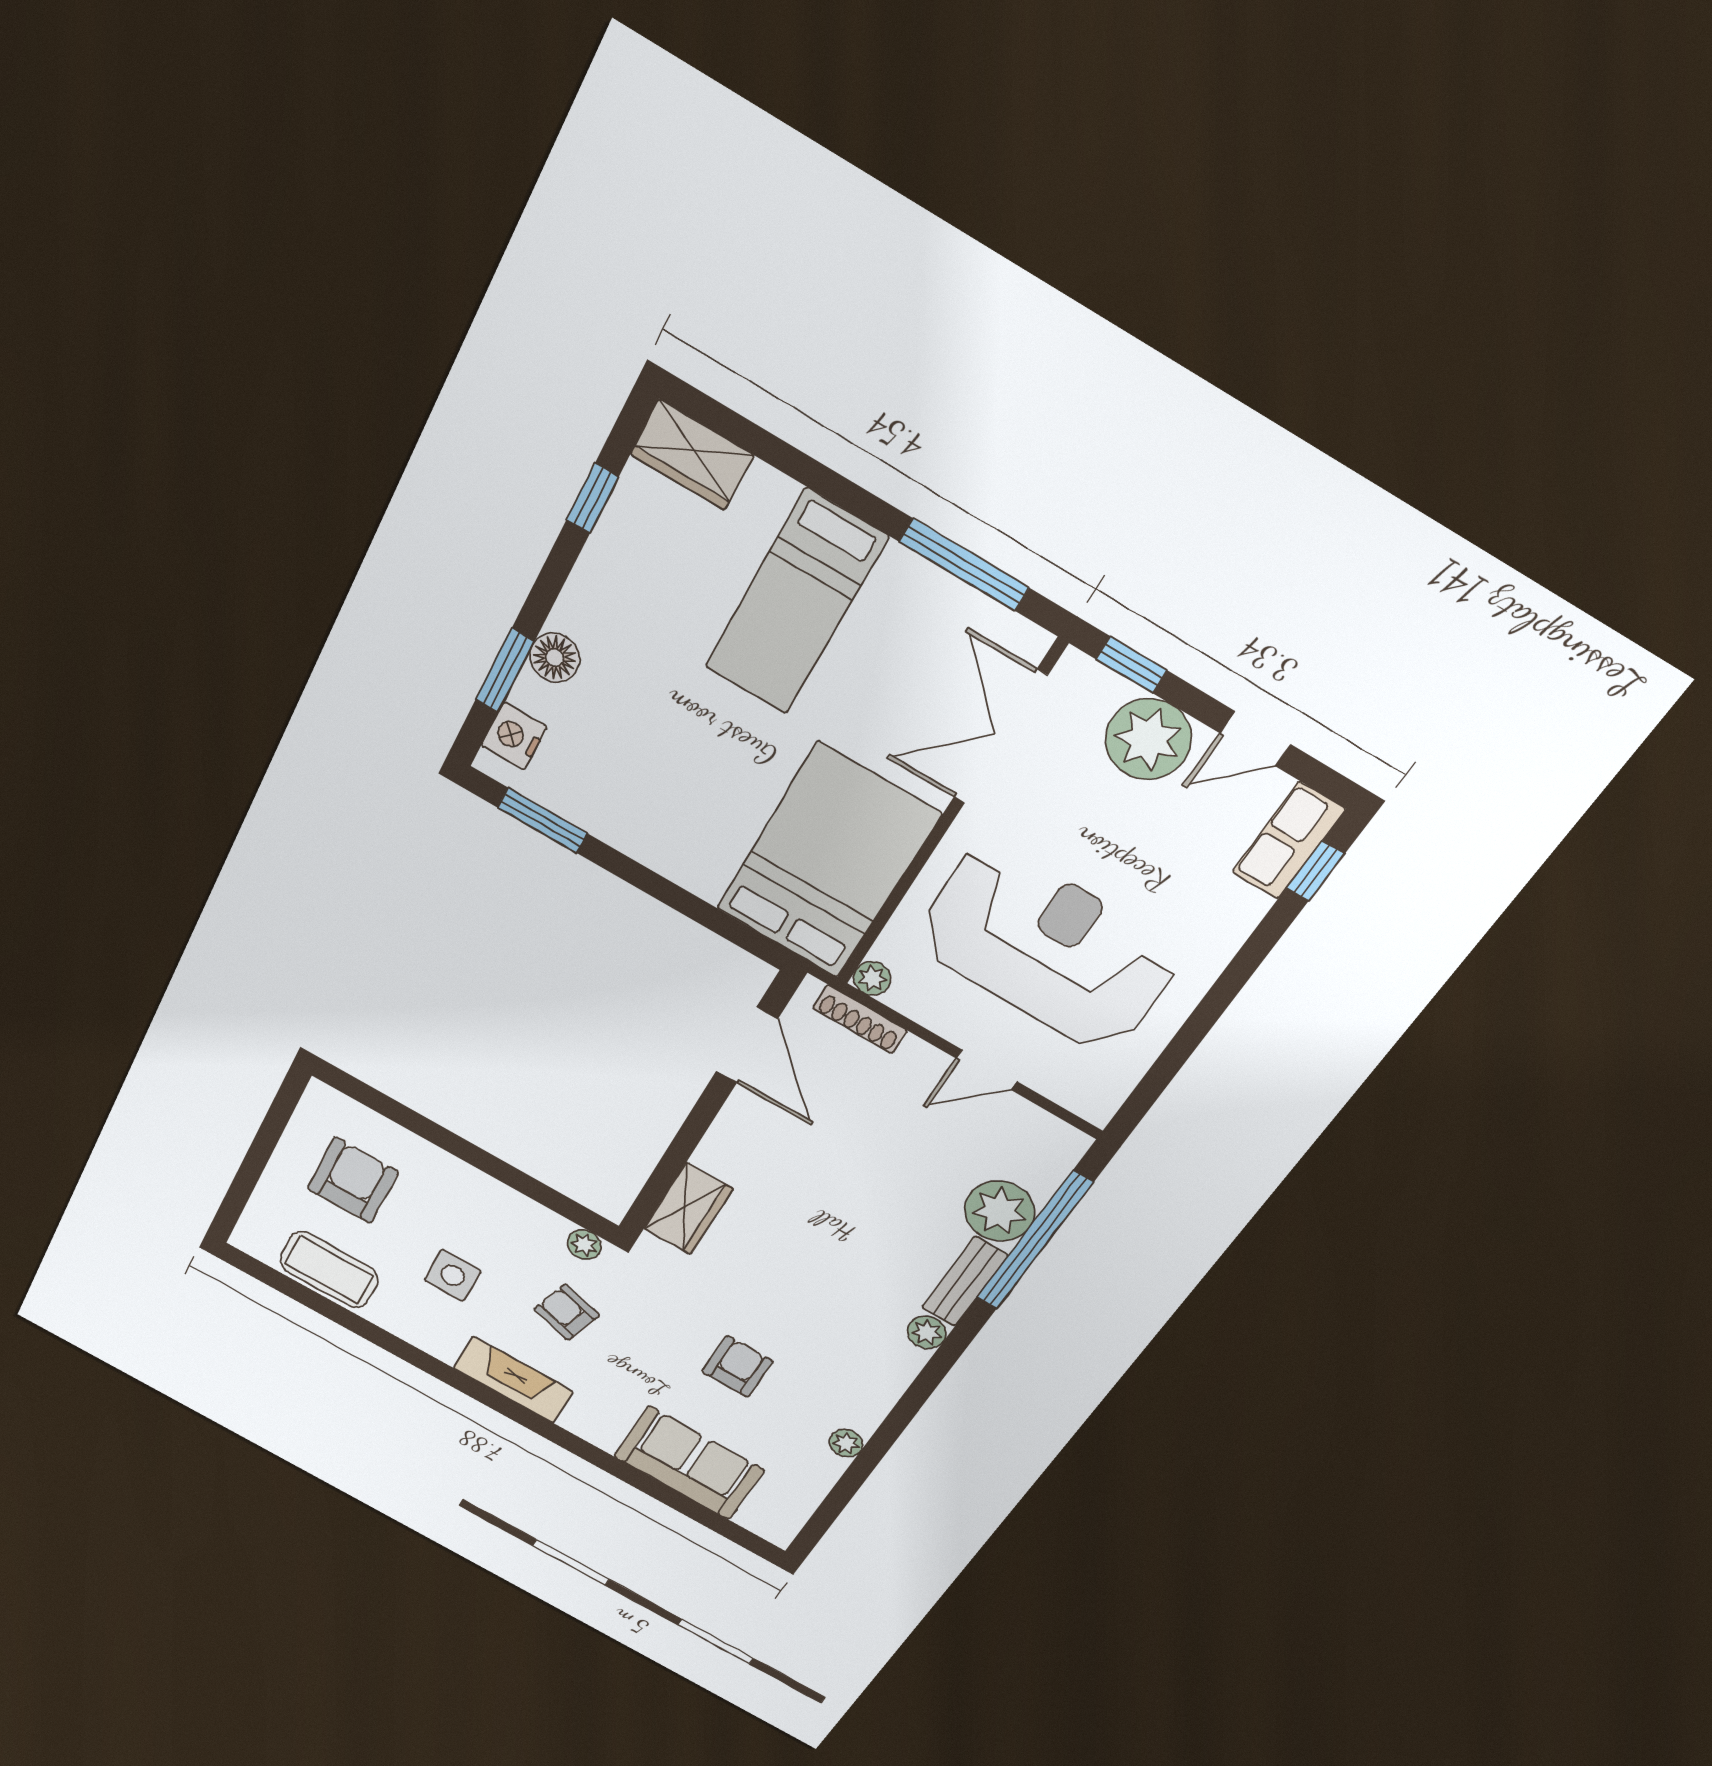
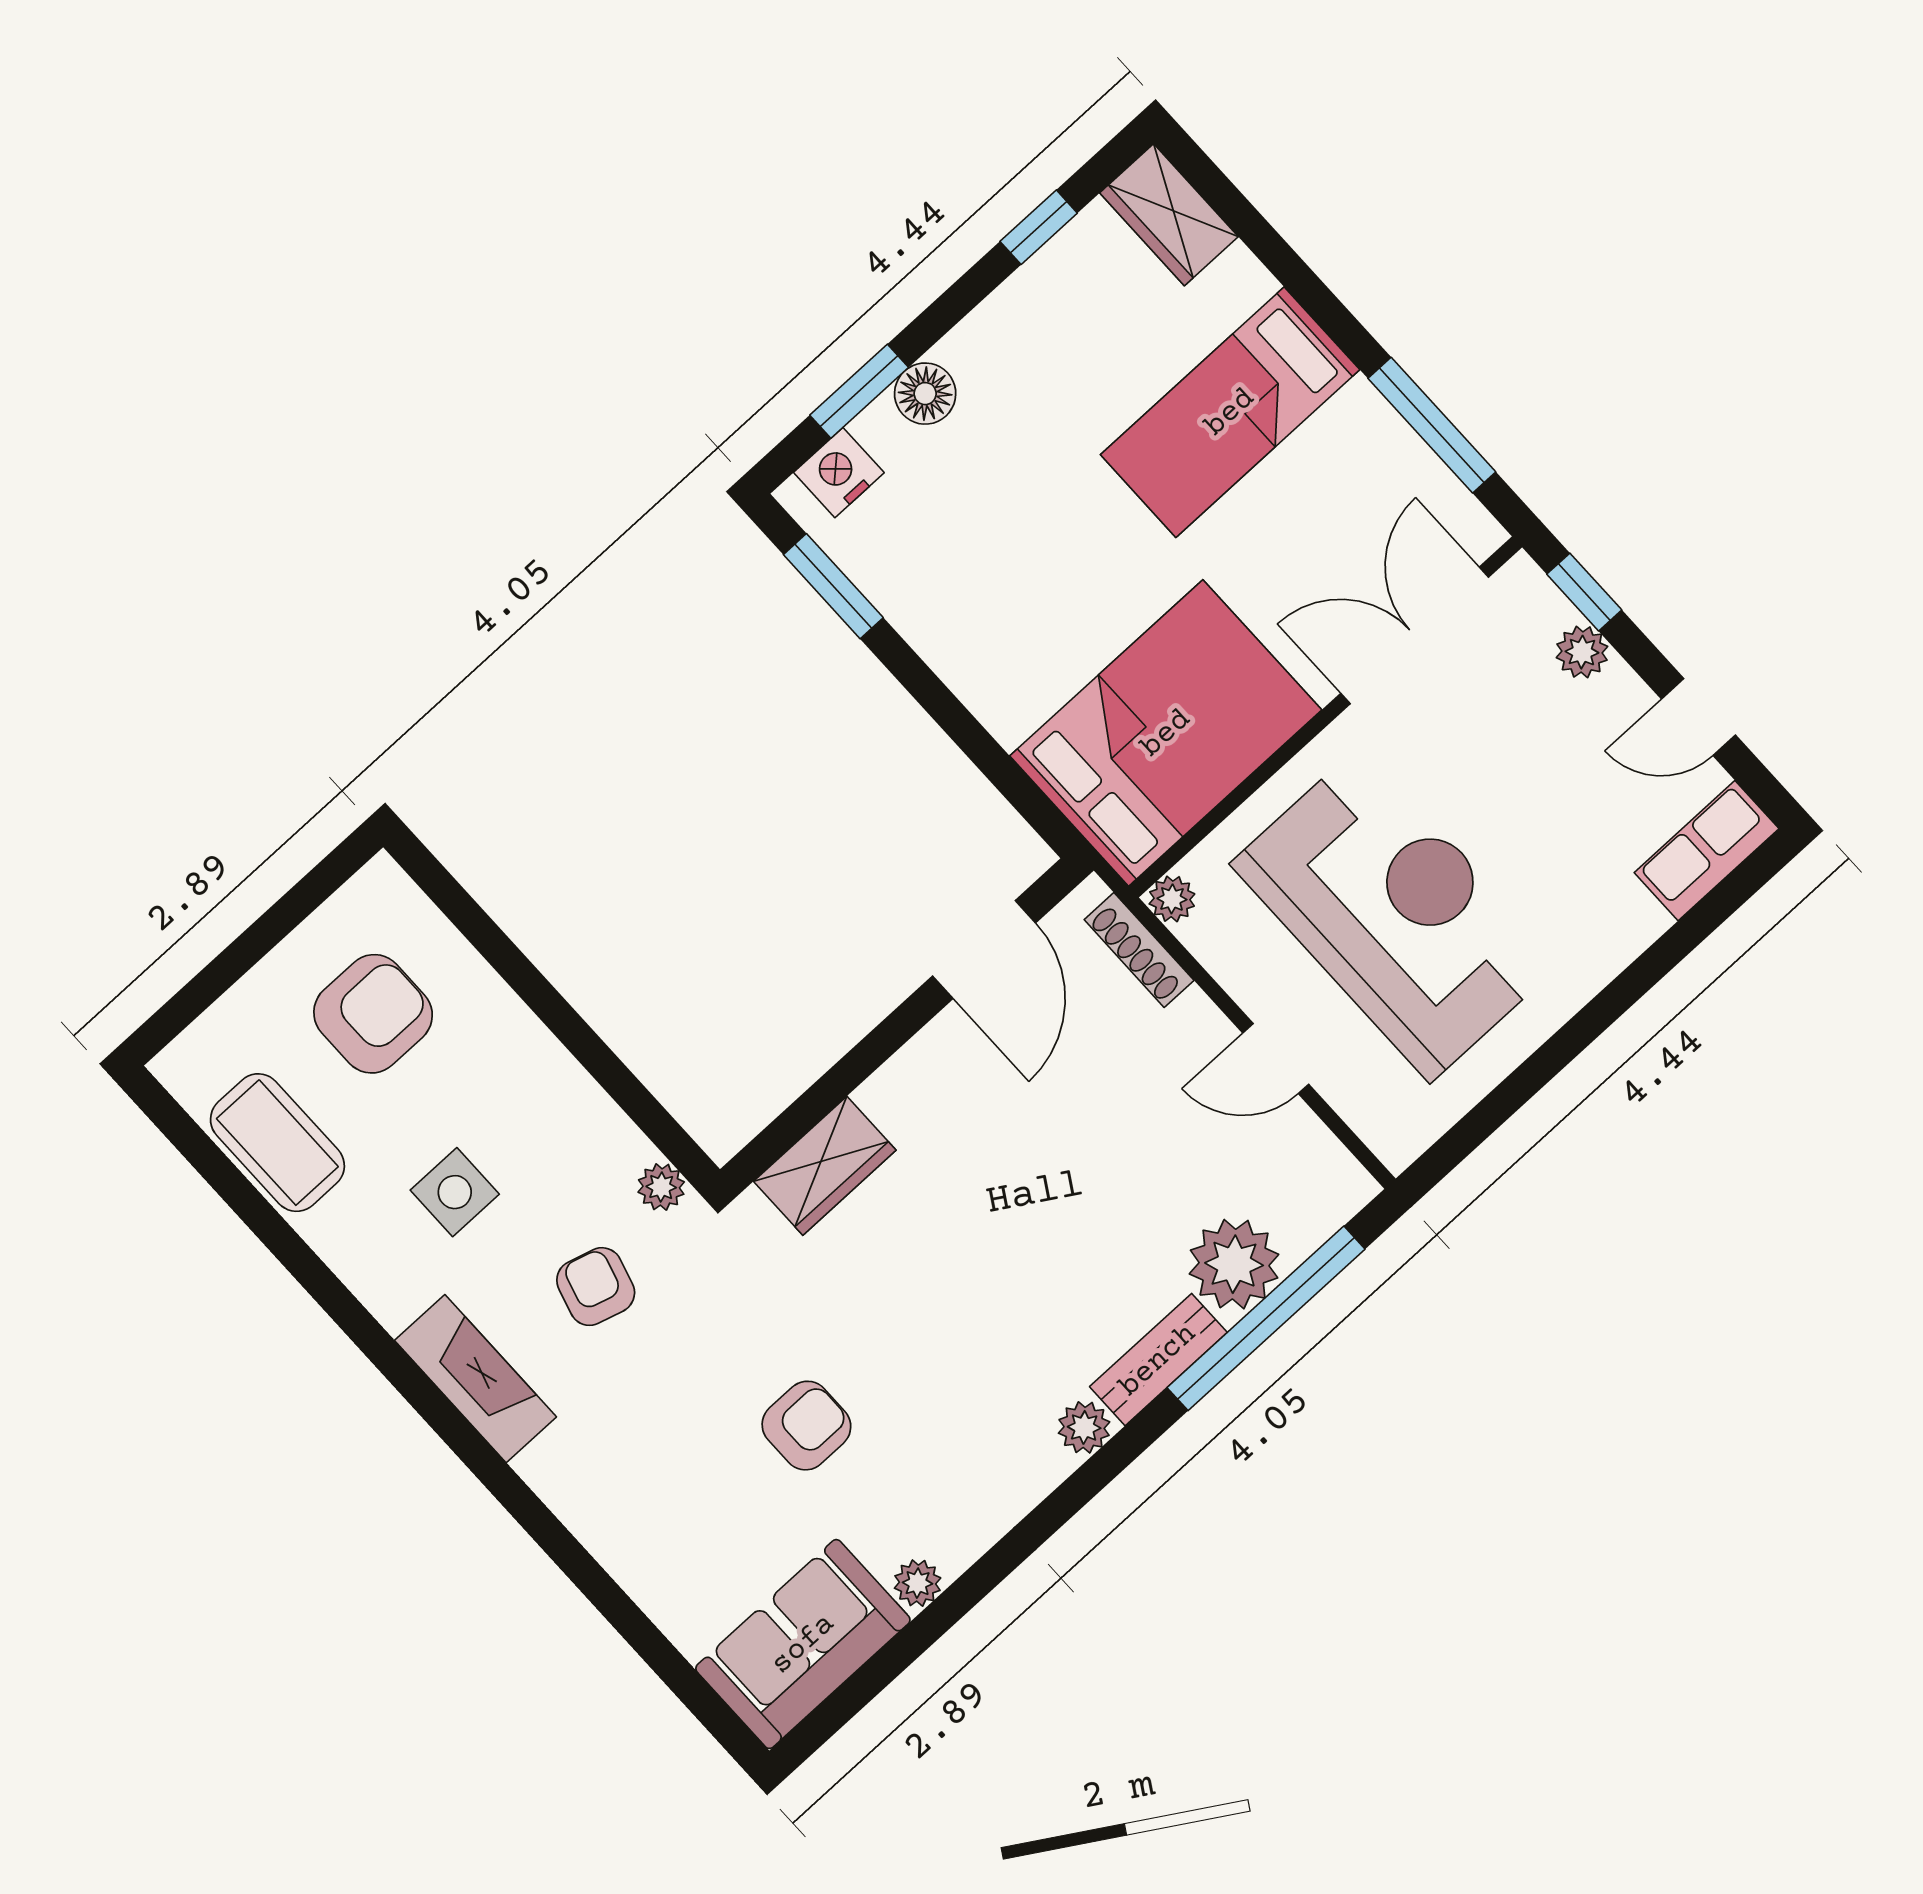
plant: (1148, 739) -> (1582, 652), width x0.53, depth x0.53
window: (1315, 871) -> (1728, 896), removed
sofa: (689, 1463) -> (803, 1644), moved, turned -90

